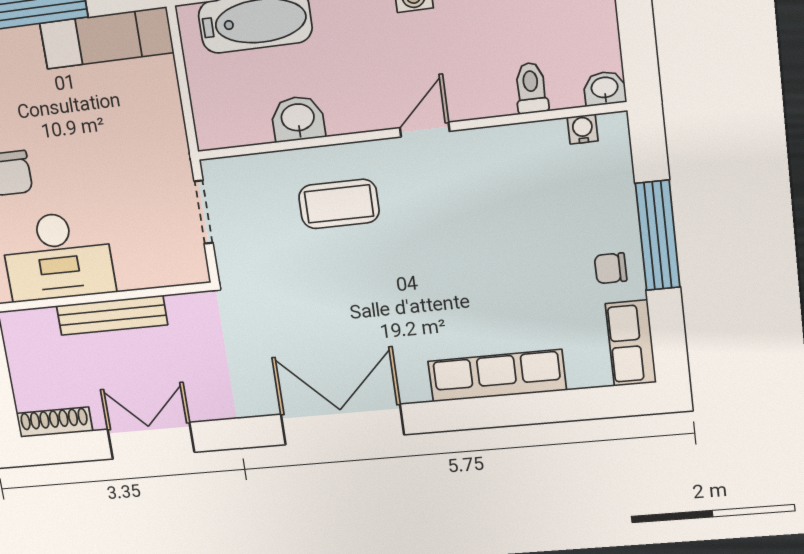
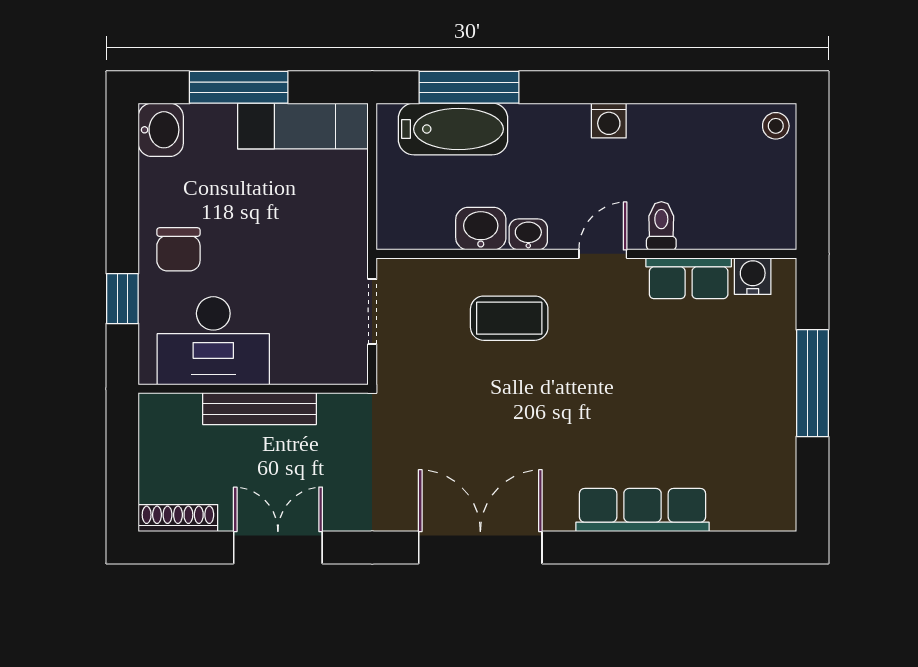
toilet: (531, 88) -> (661, 226), moved
washbasin: (605, 88) -> (528, 234), moved
water cooler: (583, 129) -> (753, 276), width x1.38, depth x1.38
chair: (611, 268) -> (765, 411), removed
row of seats: (631, 343) -> (689, 278), moved, turned -90

